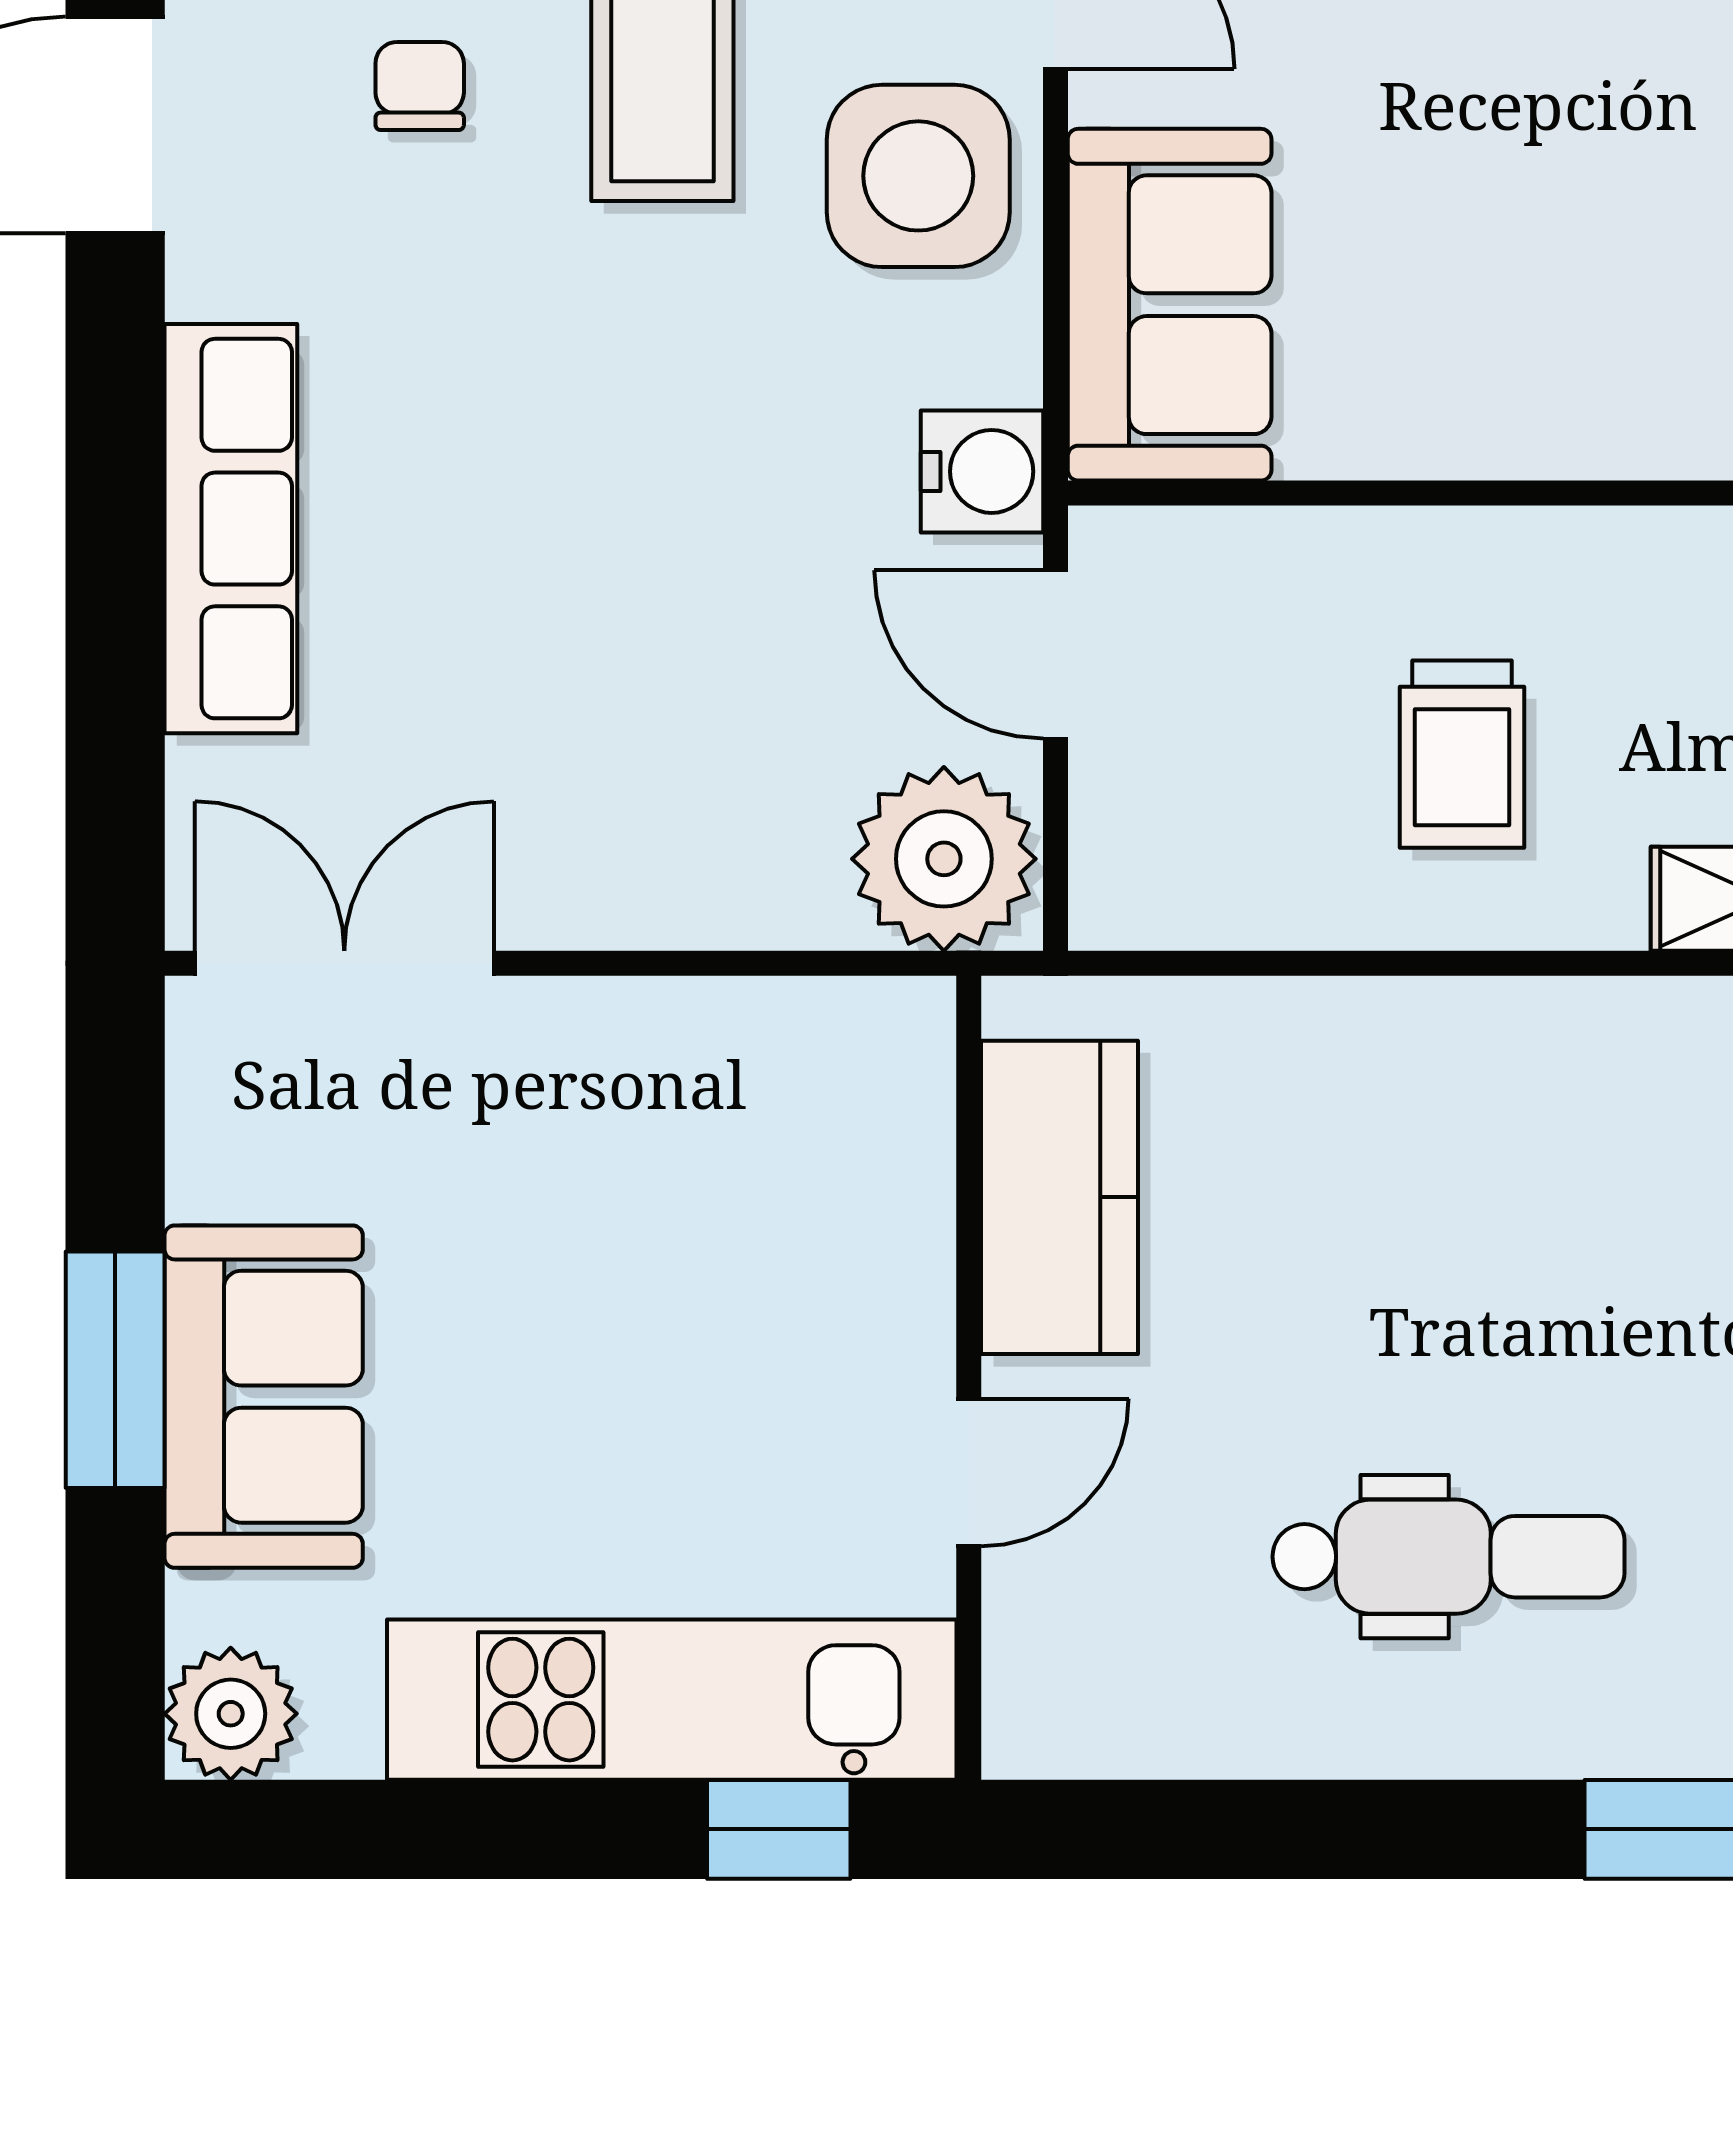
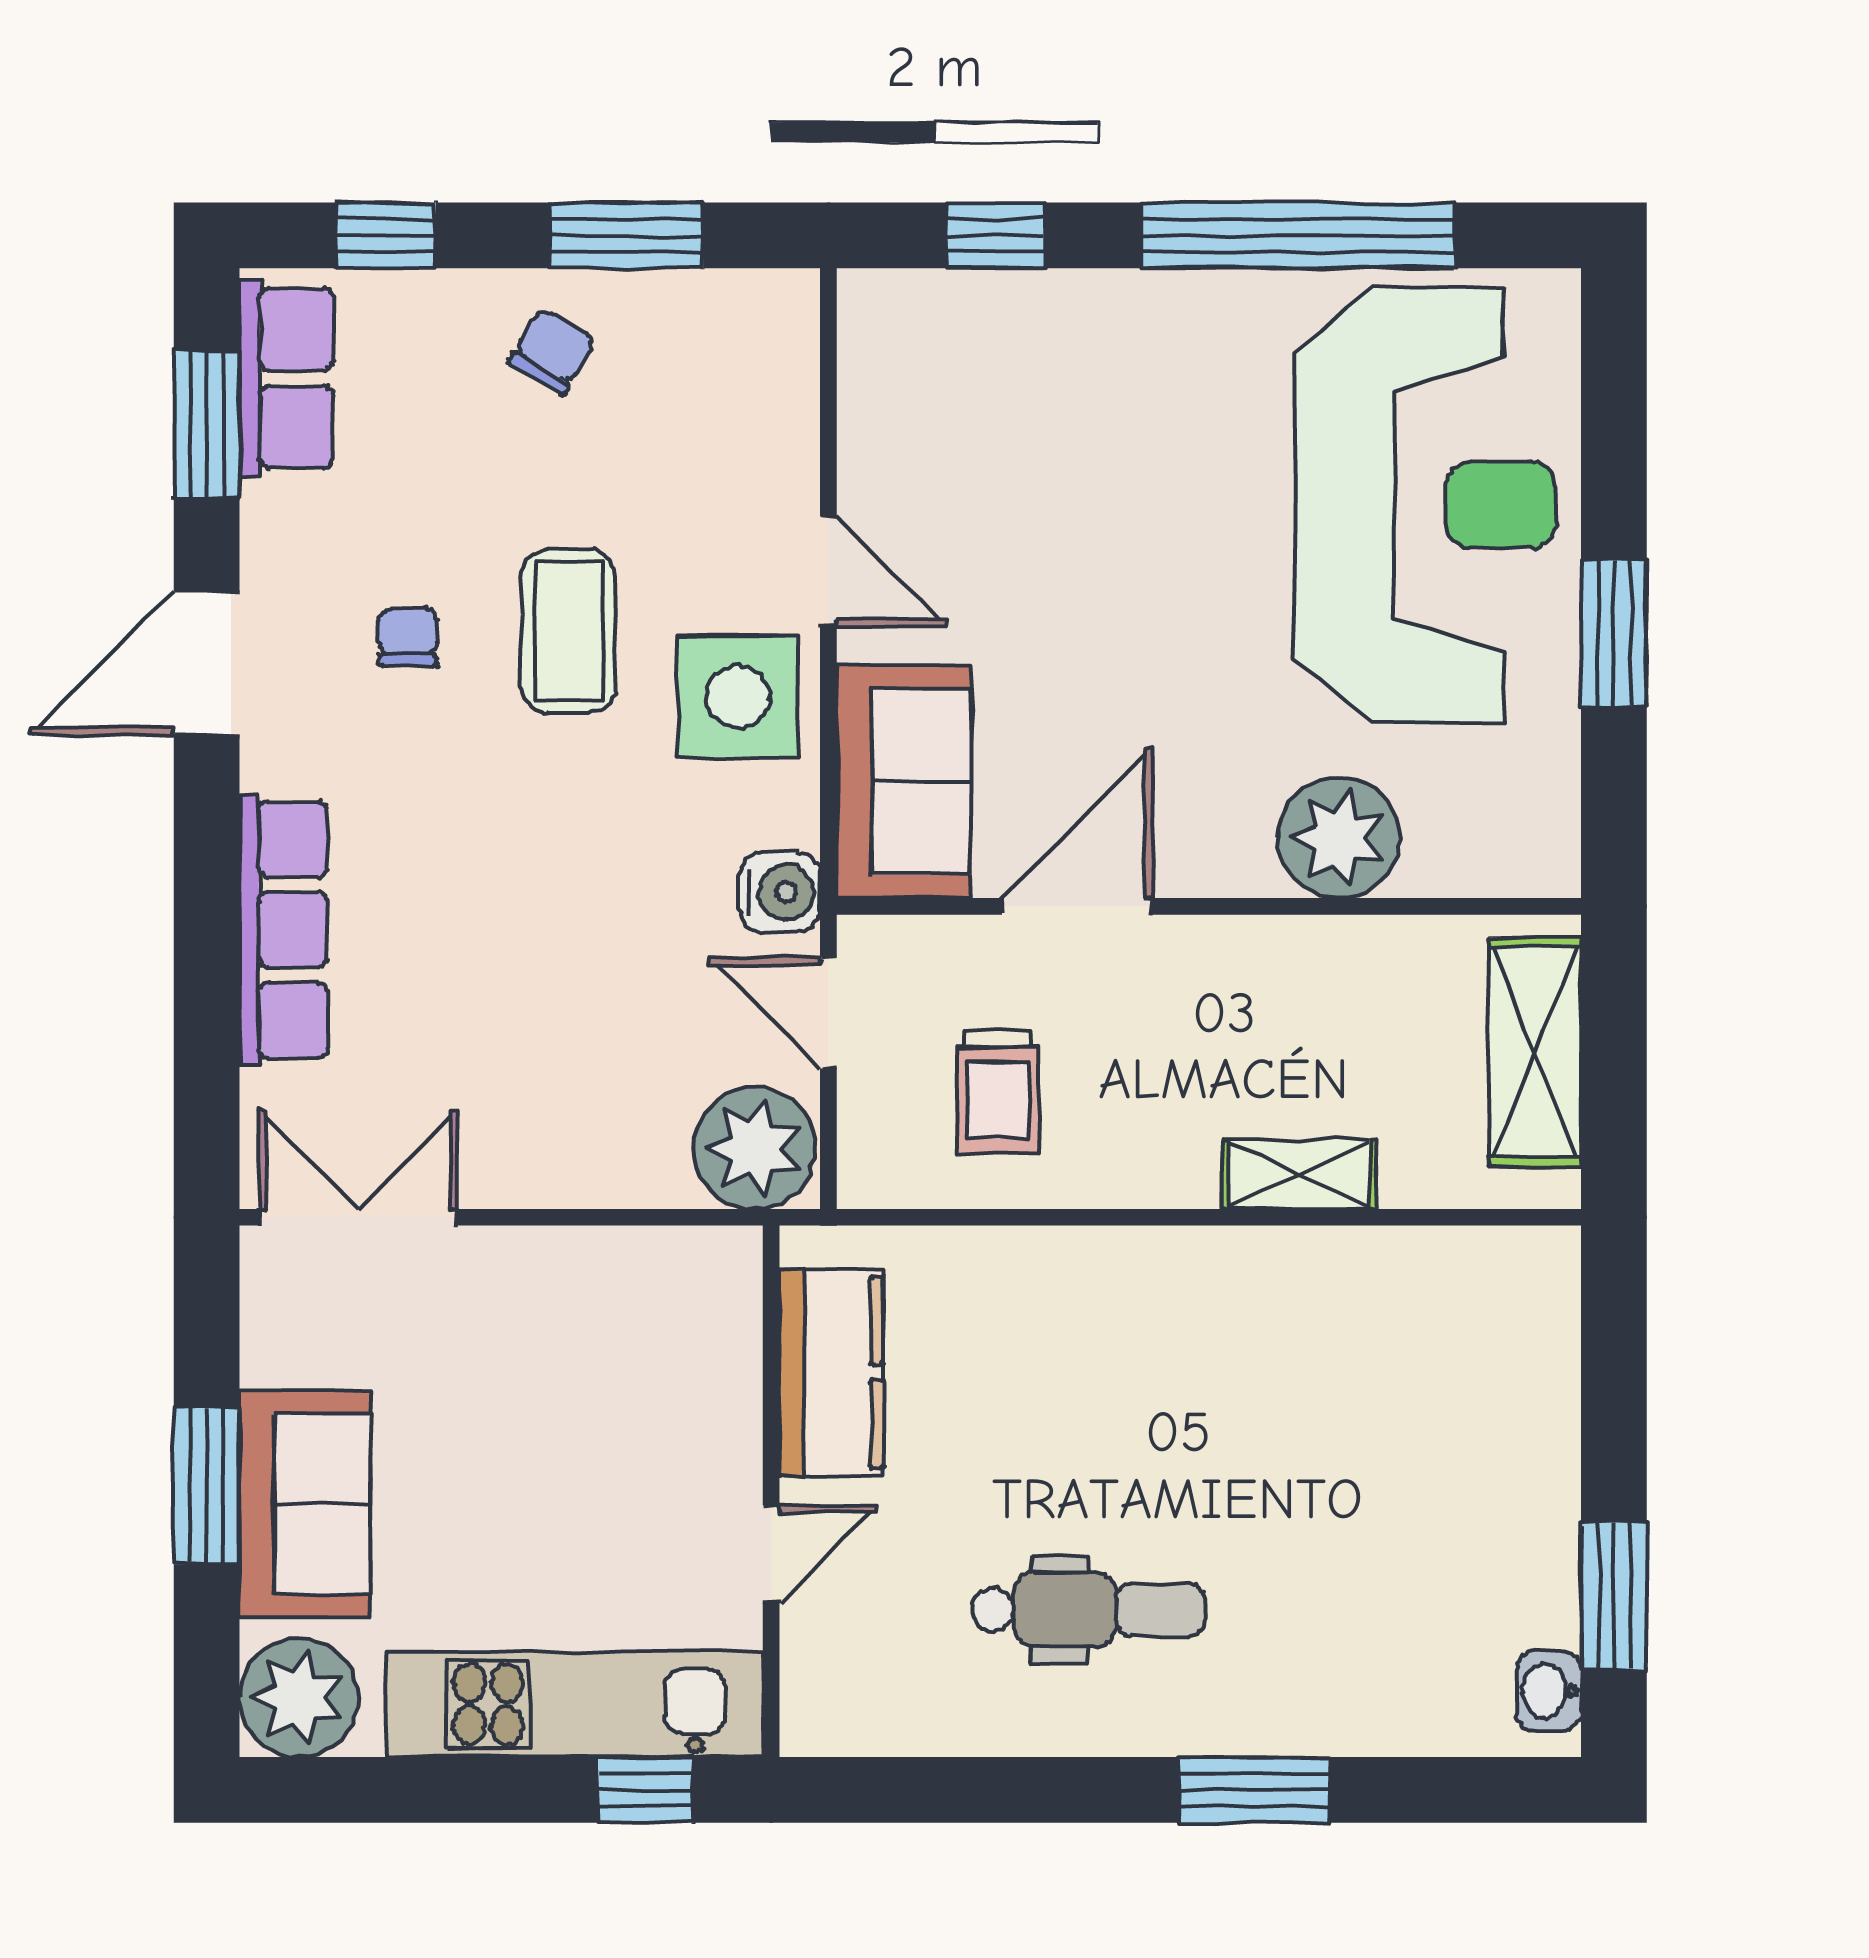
door: (1431, 493) -> (1077, 906), added
trolley: (1462, 754) -> (998, 1092), moved
plant: (231, 1714) -> (299, 1698), width x1.36, depth x1.36

